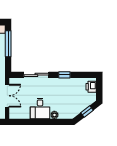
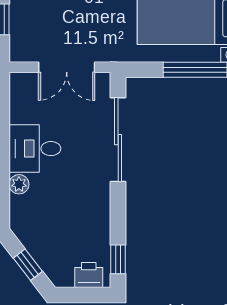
sliding door: (36, 75) -> (118, 140), width x1.37
window: (64, 75) -> (118, 259), moved

